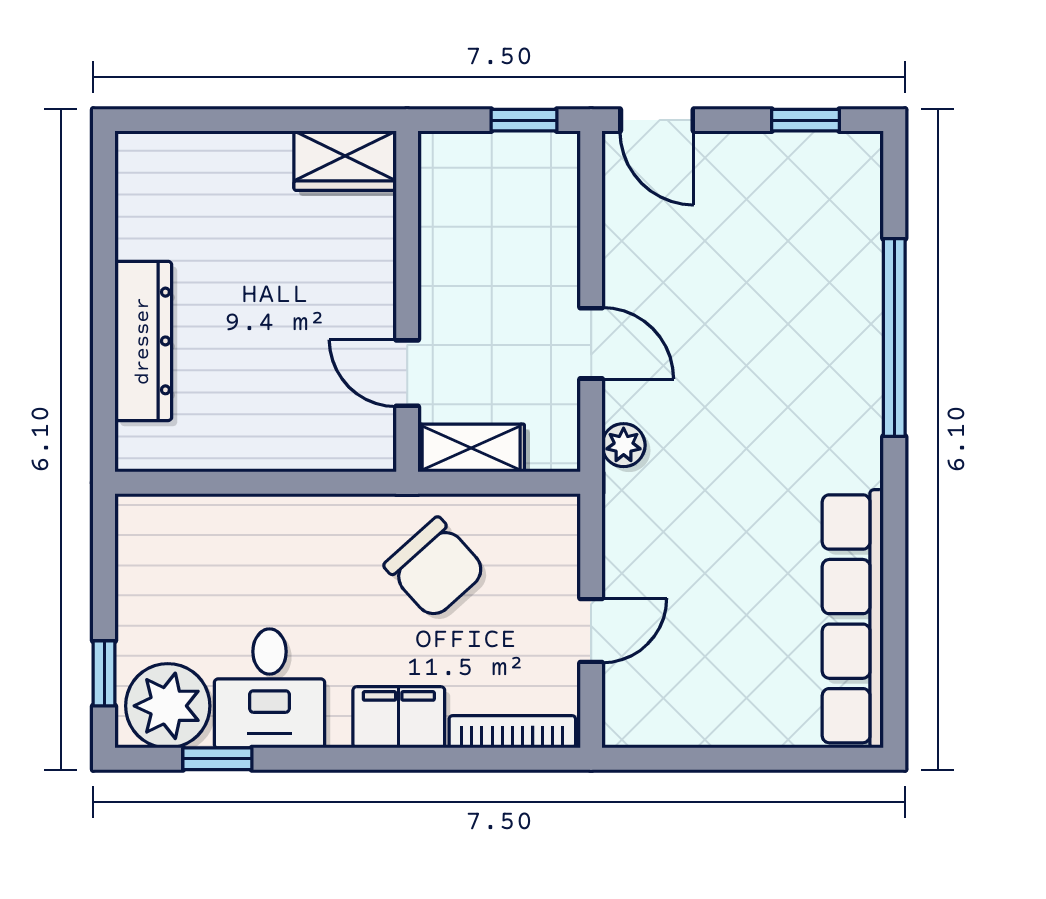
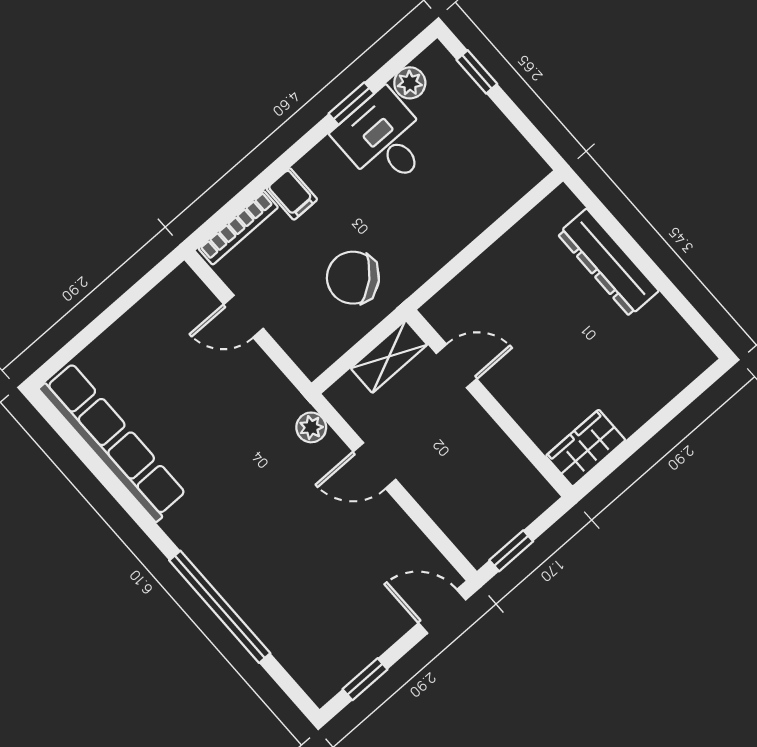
door: (591, 631) -> (243, 316), hinge flipped
plant: (168, 706) -> (410, 83), width x0.53, depth x0.53
filing cabinet: (399, 717) -> (292, 194), width x0.50
window: (217, 759) -> (351, 104), moved

